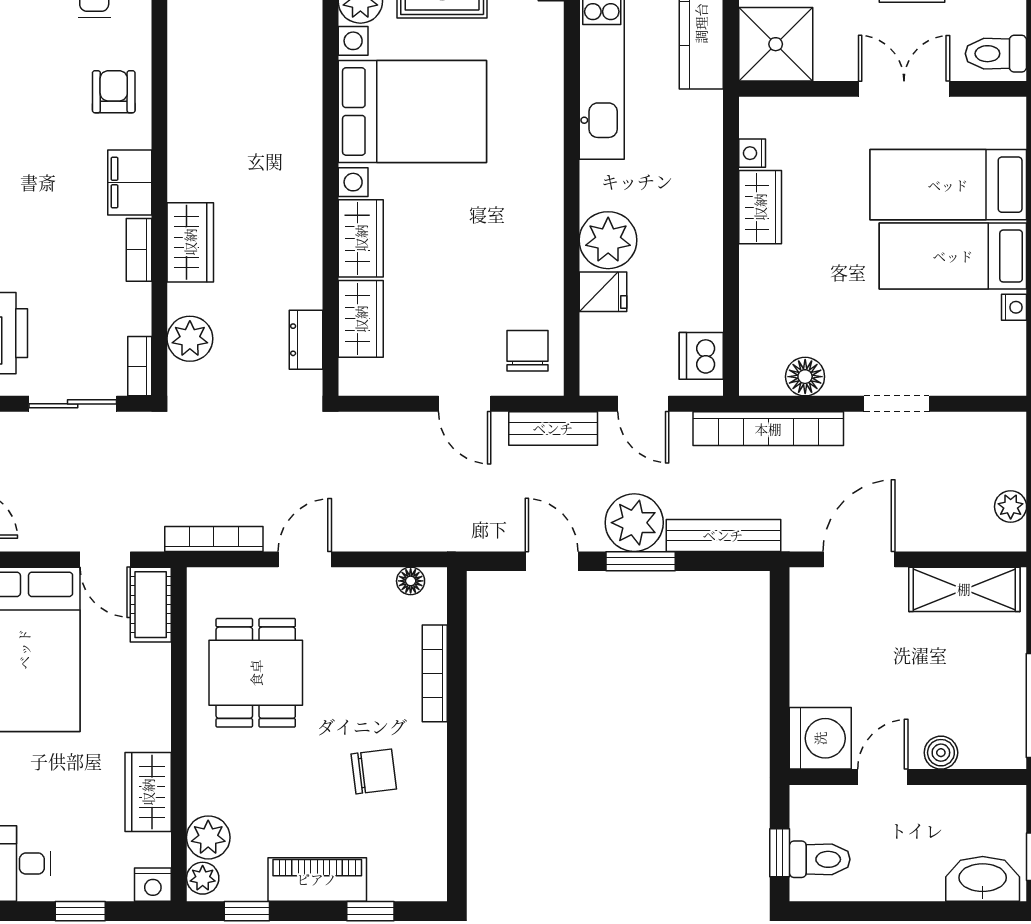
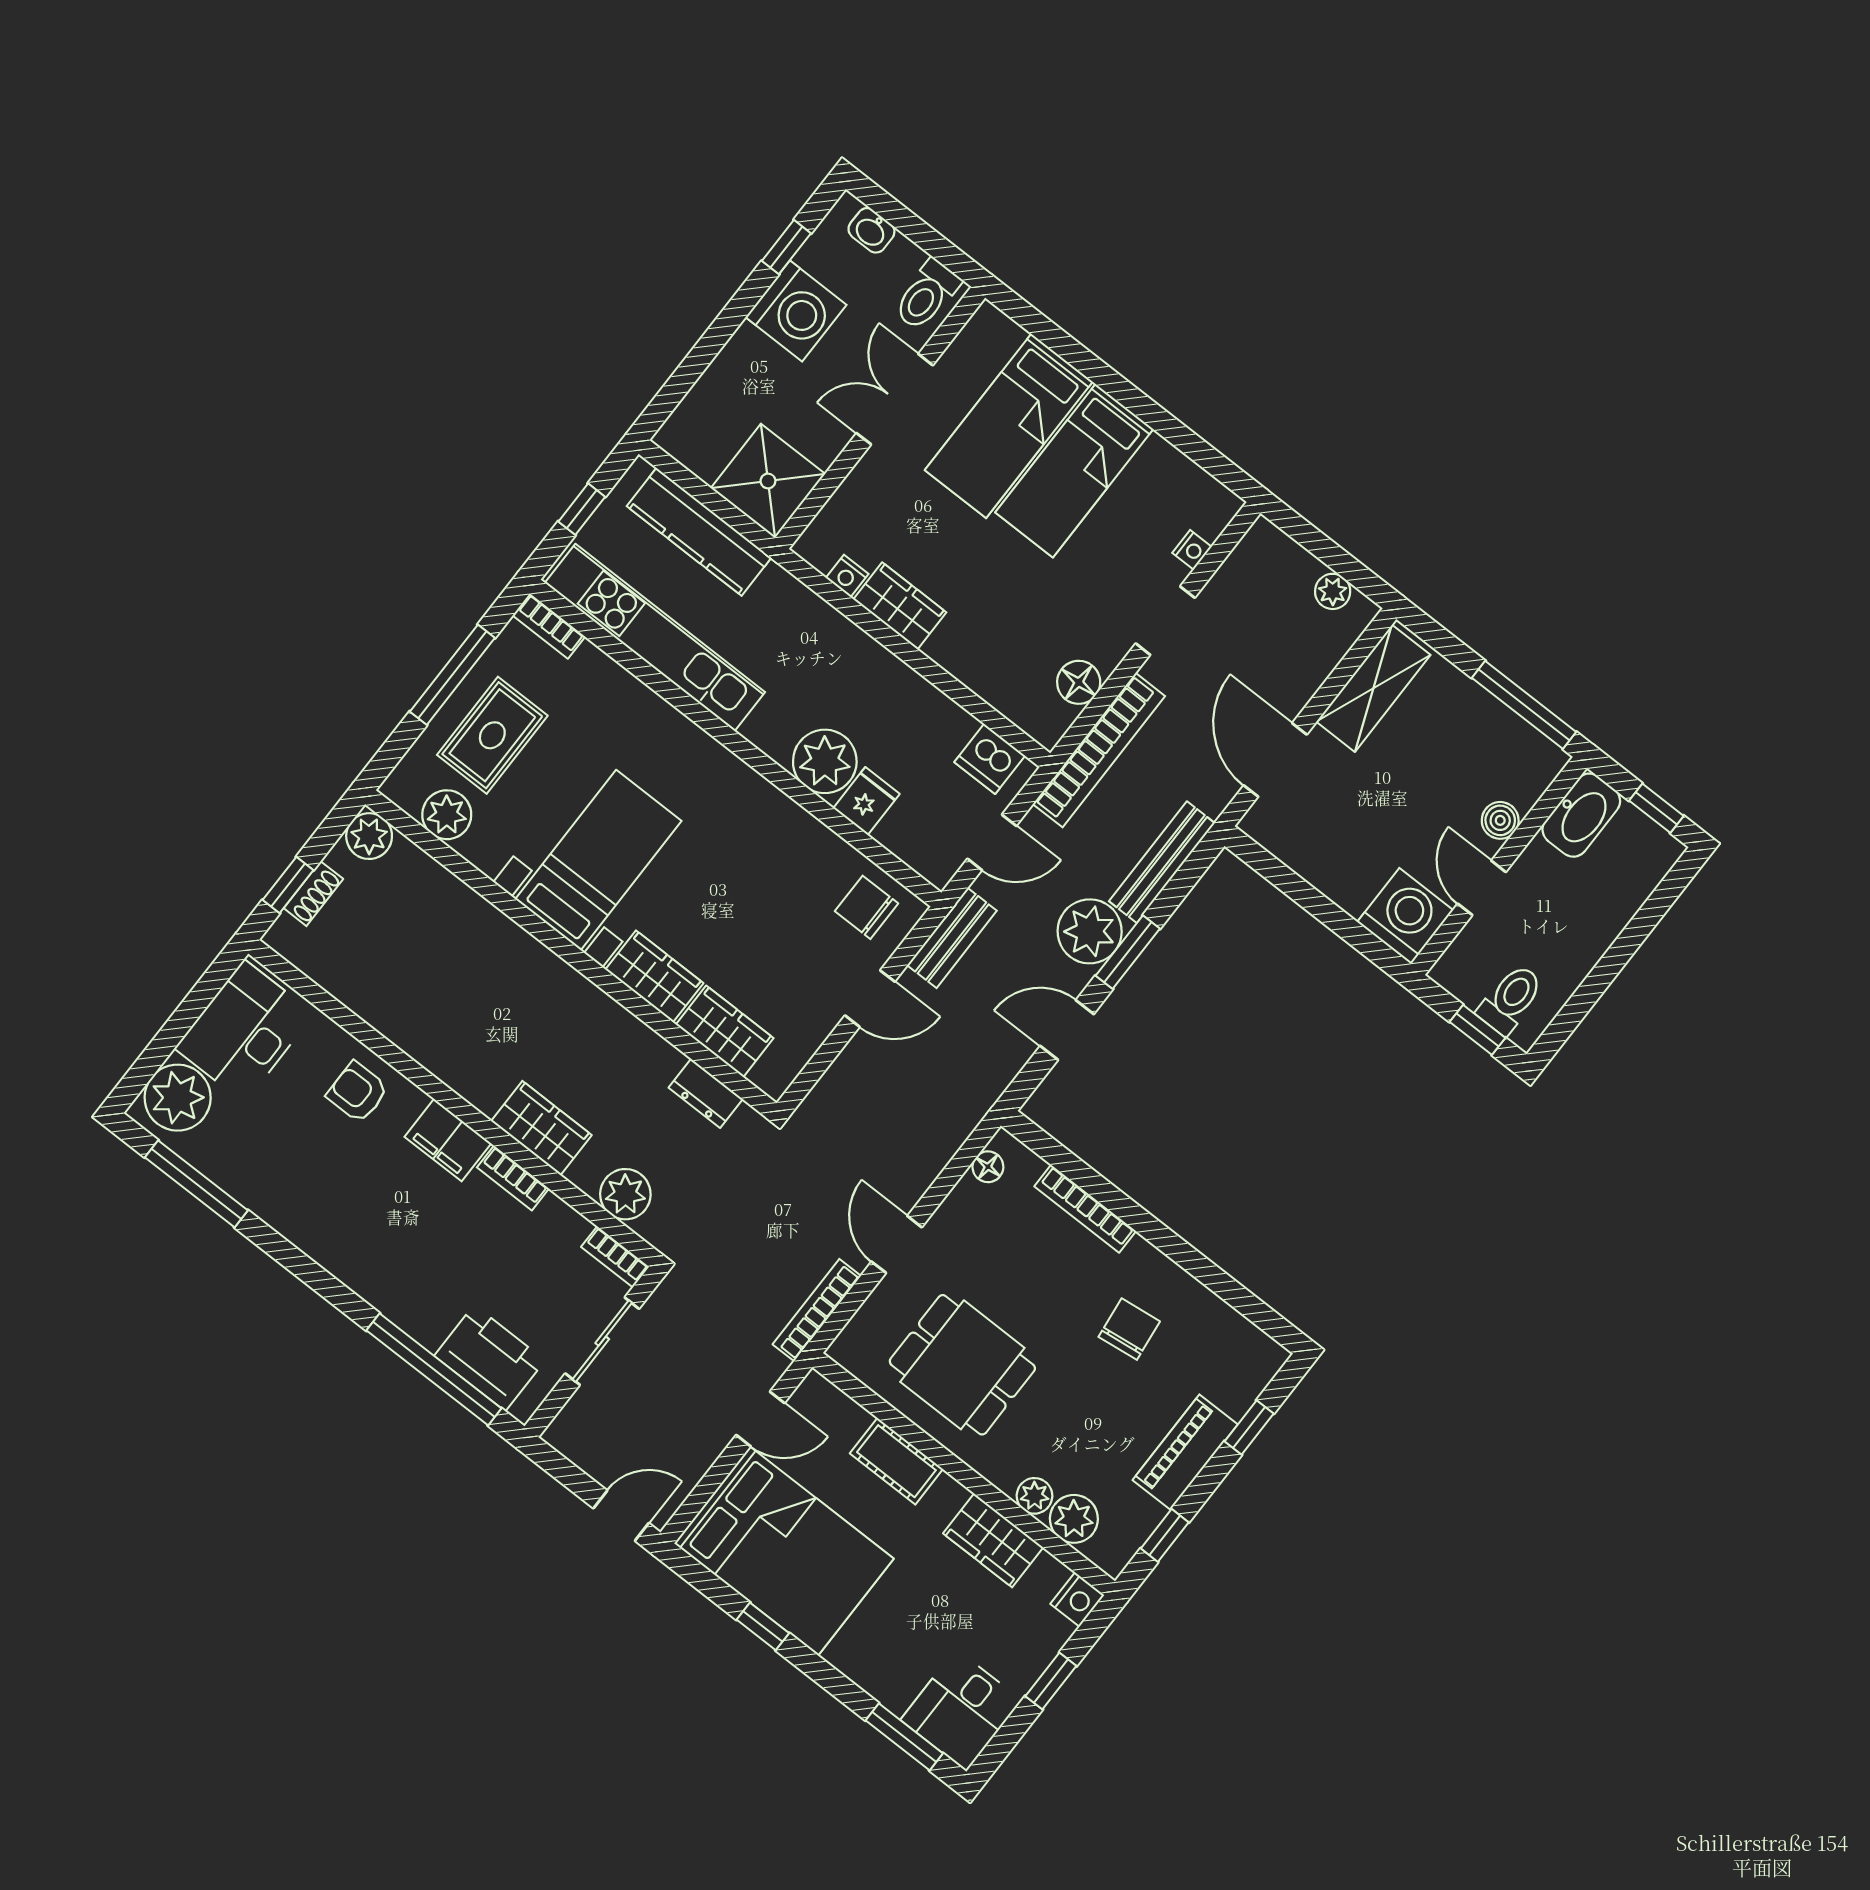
bed with nightstands: (412, 111) -> (598, 860), width x0.73
nightstand: (1014, 307) -> (1192, 550), moved, turned 90
cot: (151, 605) -> (896, 1461), moved
plant: (203, 878) -> (1034, 1496), moved
washbasin: (983, 879) -> (1581, 815), moved, turned 180

